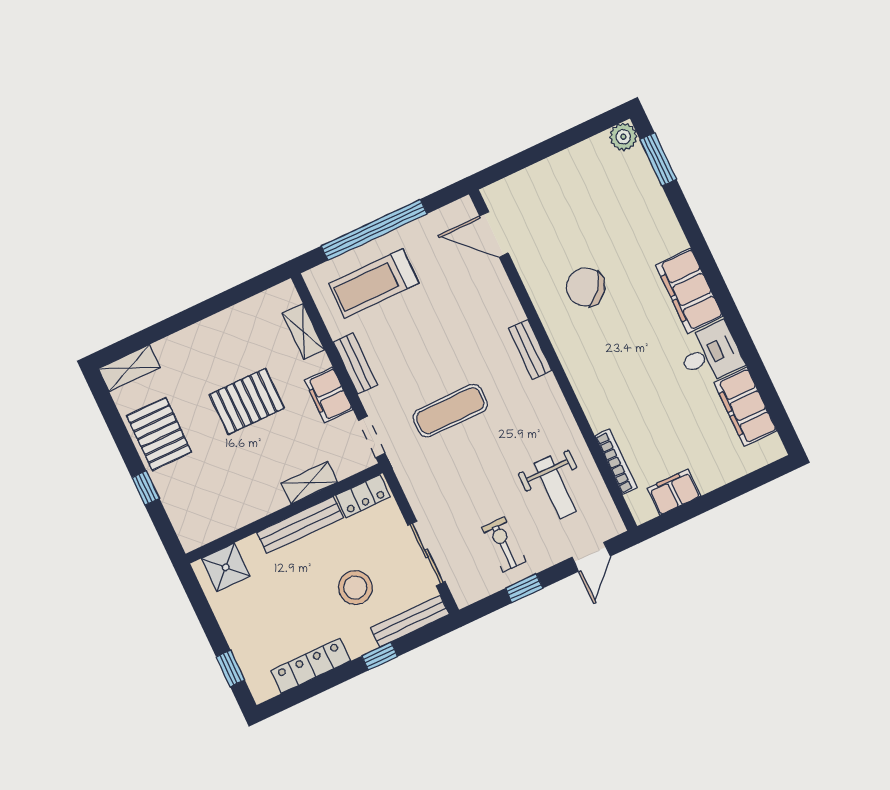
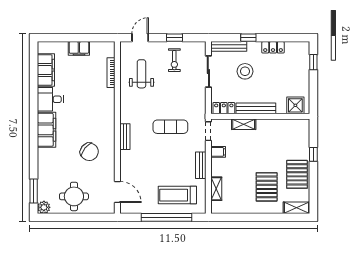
round table: (574, 186) -> (74, 196), added
treadmill: (374, 283) -> (177, 195), turned 180
filing cabinet: (329, 395) -> (218, 152), width x0.50
pallet: (247, 401) -> (267, 187), moved, turned 90
filing cabinet: (674, 492) -> (79, 48), moved
locker: (311, 666) -> (273, 47), width x0.66

